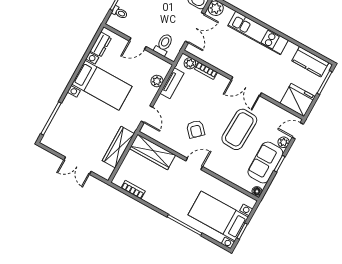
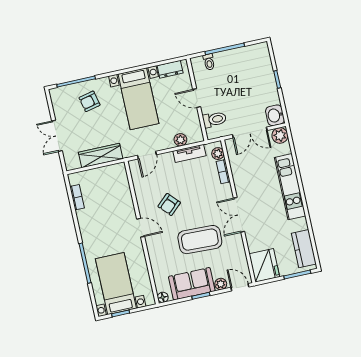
armchair: (73, 121) -> (90, 101), added
wardrobe: (152, 152) -> (121, 186), removed

